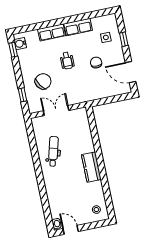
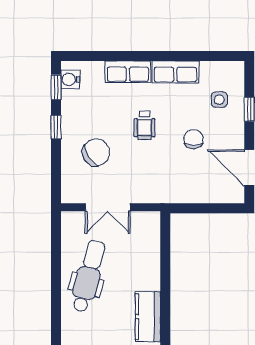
window: (23, 95) -> (56, 127), moved
double door: (56, 111) -> (108, 207), swing flipped
dental chair: (53, 151) -> (88, 276), width x1.36, depth x1.38

